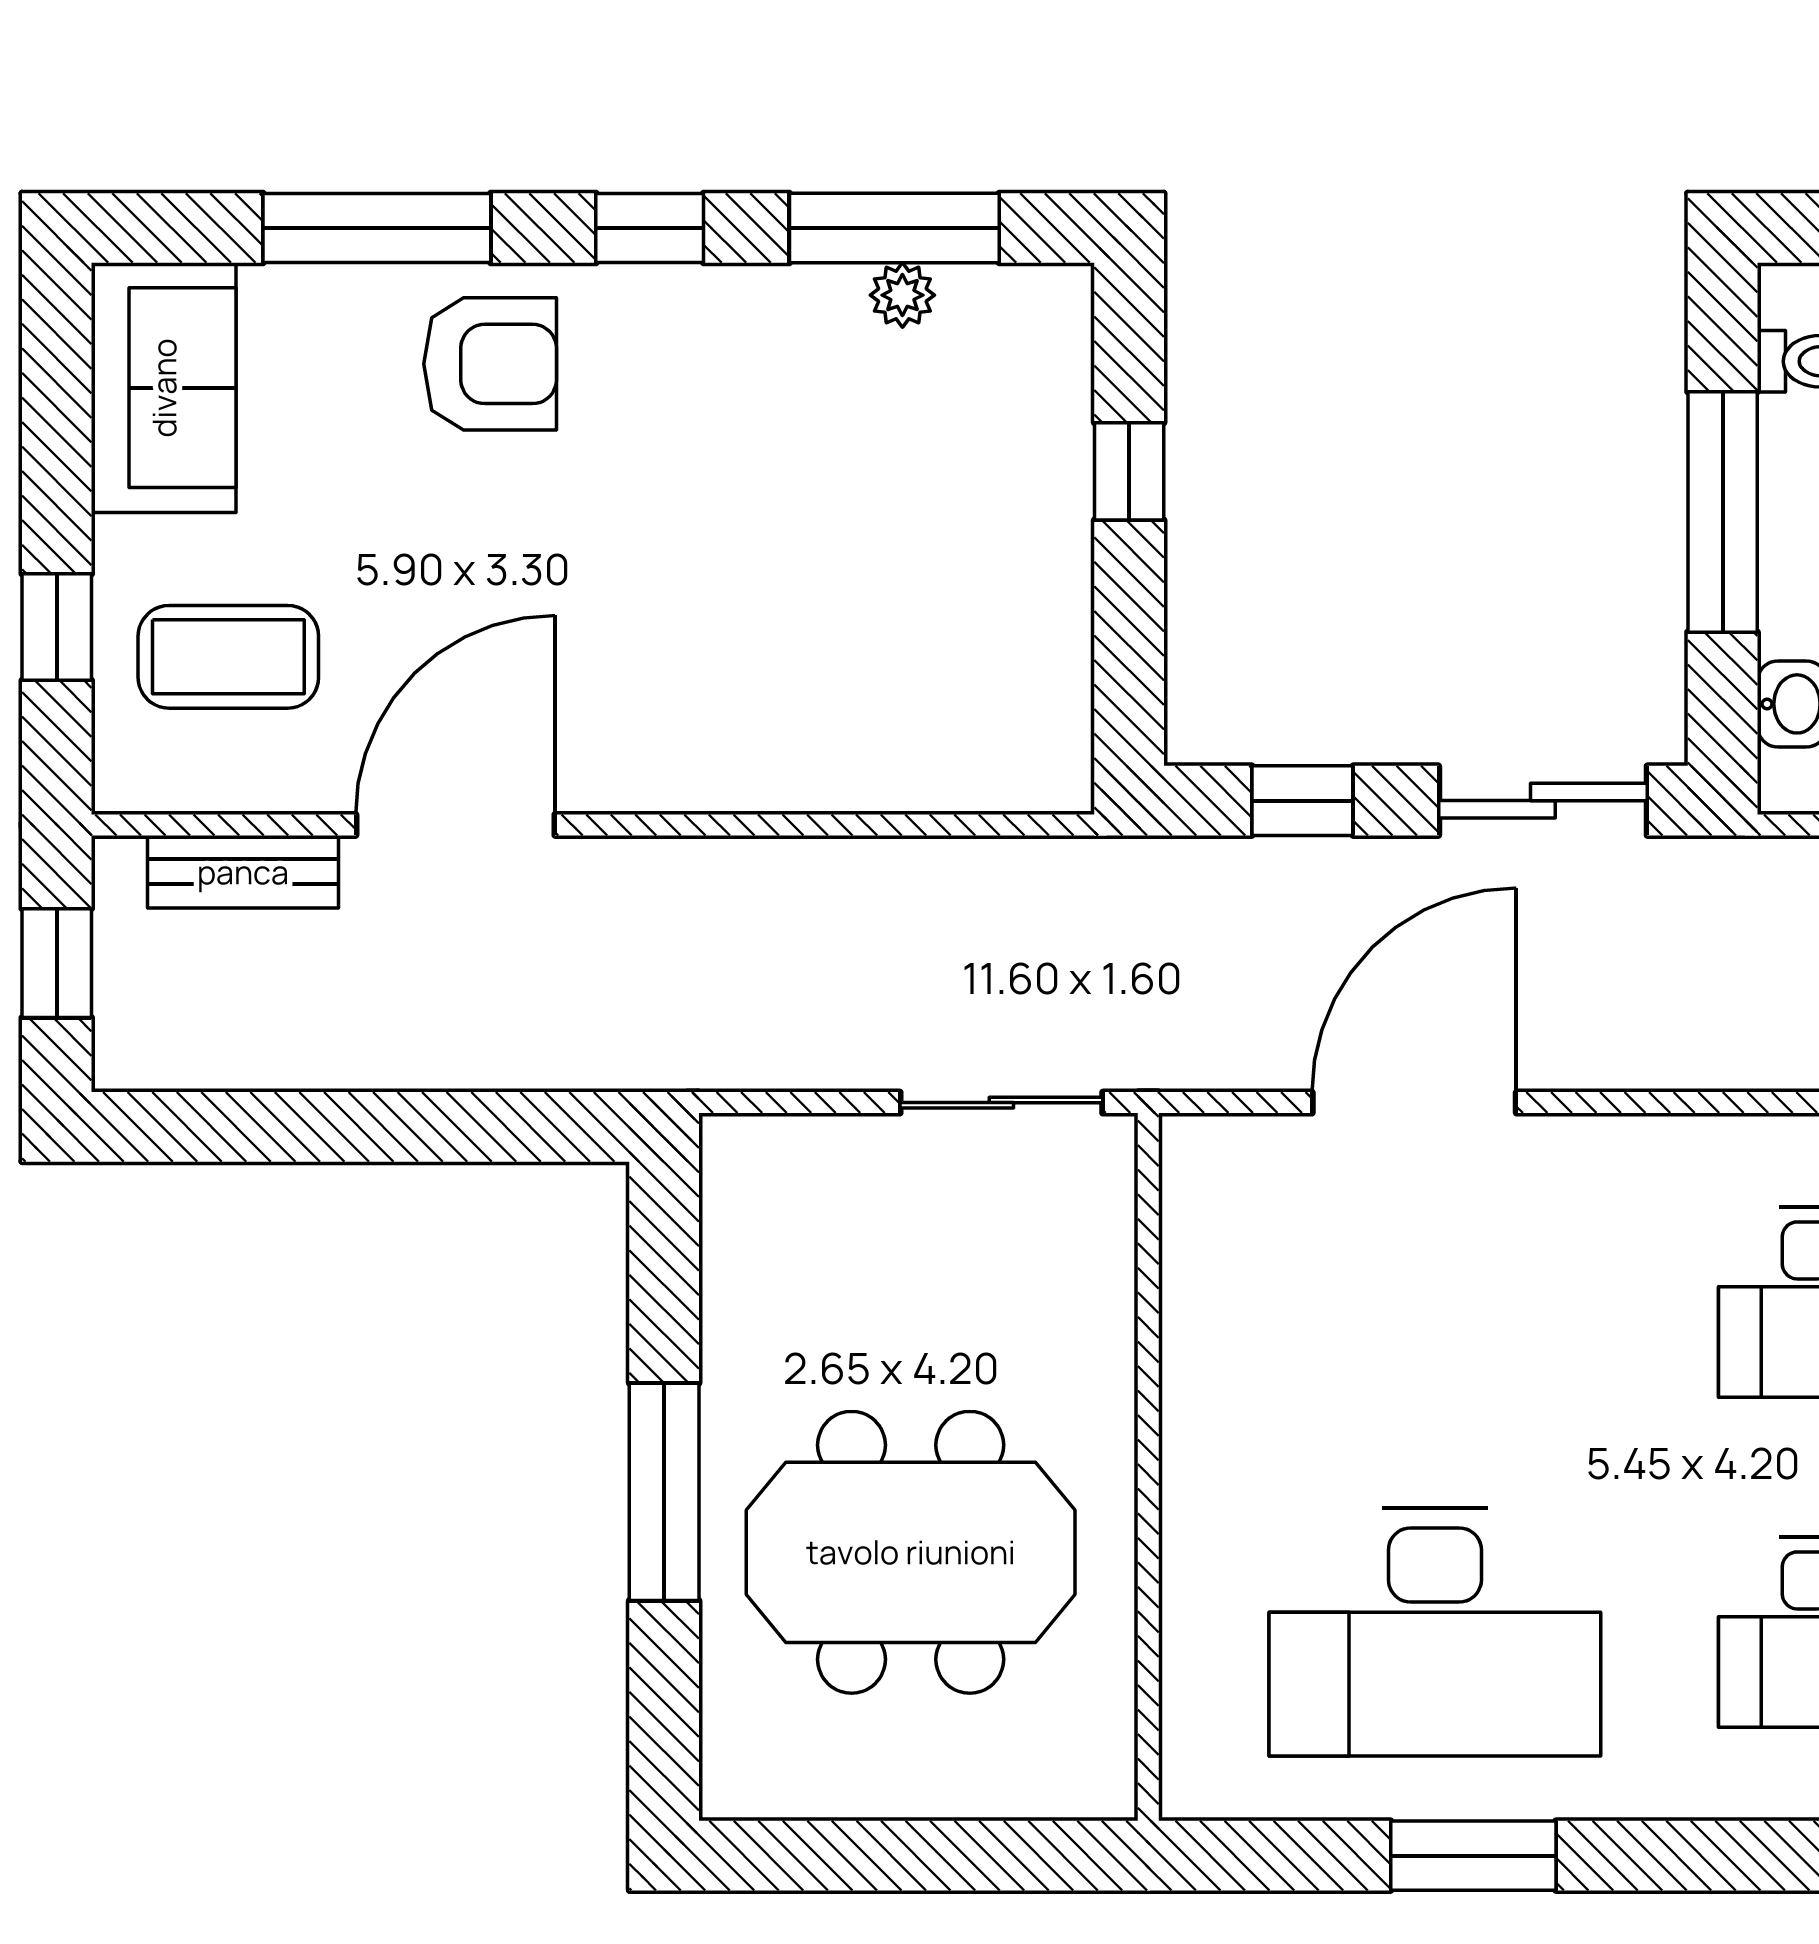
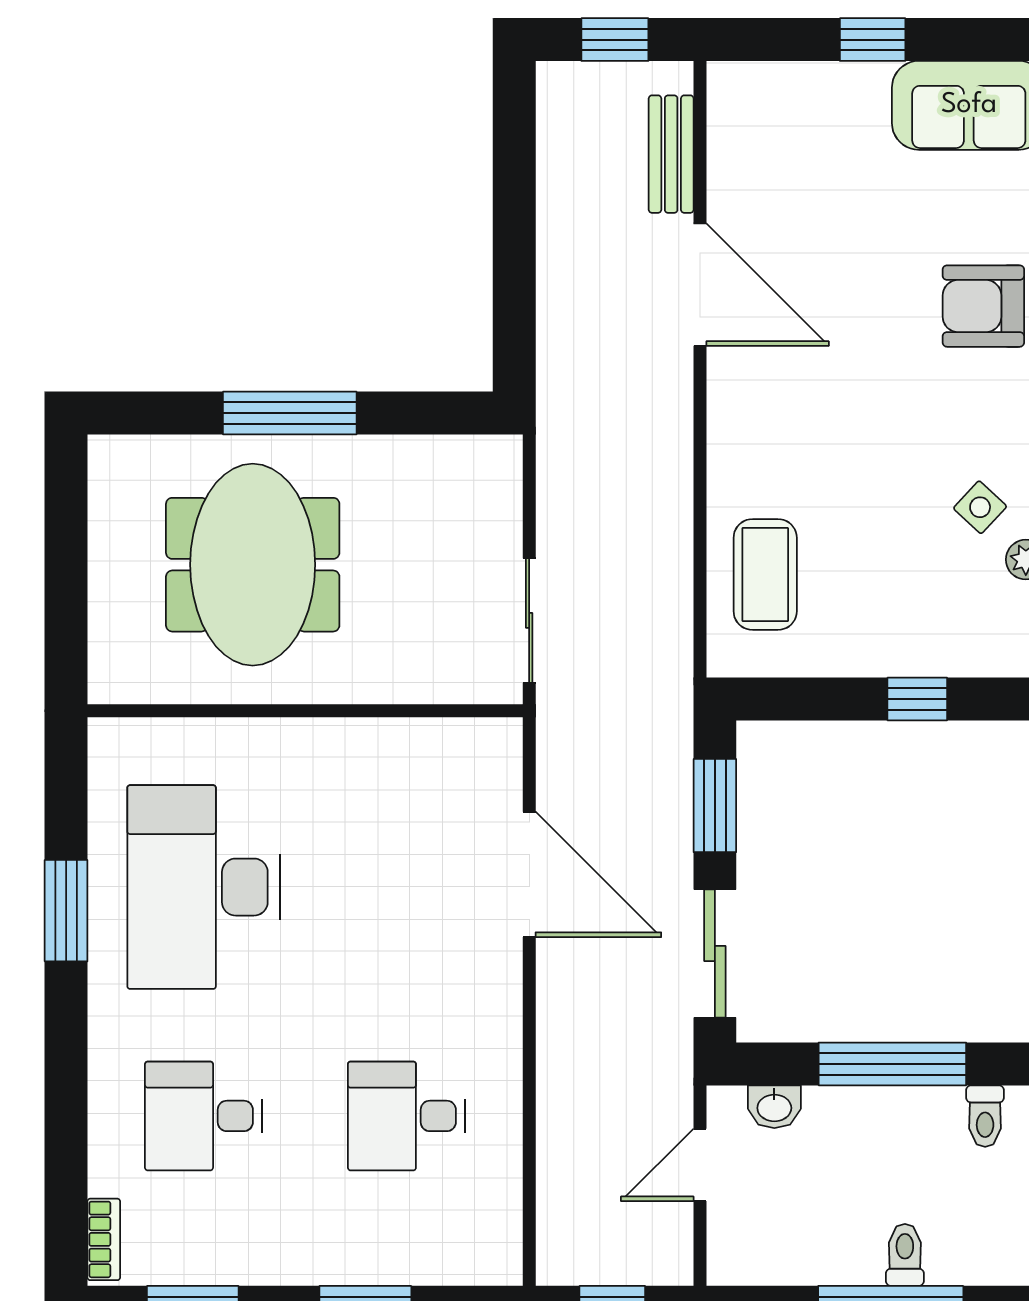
armchair: (490, 364) -> (983, 306), turned 90
side table: (817, 369) -> (980, 507), added
window: (57, 627) -> (873, 40), moved
coffee table: (228, 657) -> (765, 574), moved
window: (1302, 801) -> (715, 806), width x1.50

